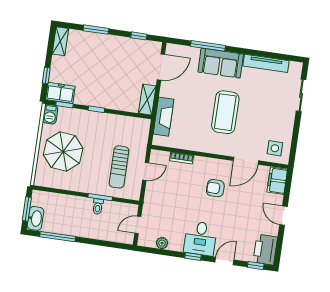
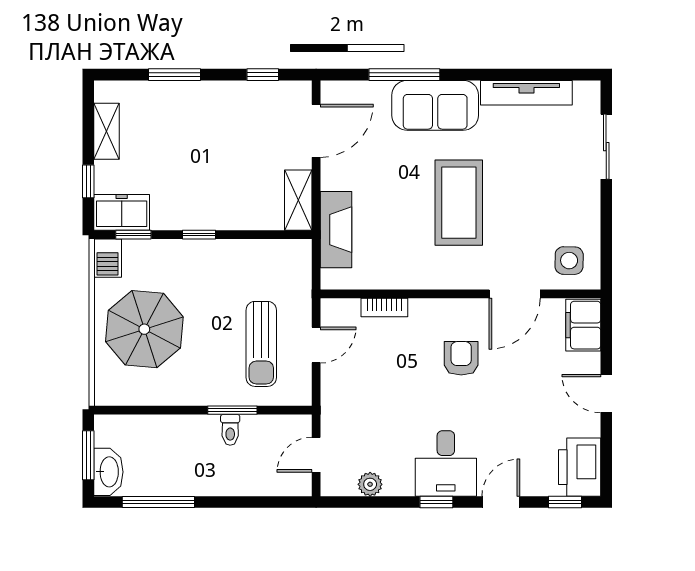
shelving: (60, 41) -> (107, 131), moved
armchair: (215, 188) -> (461, 358), turned 90

